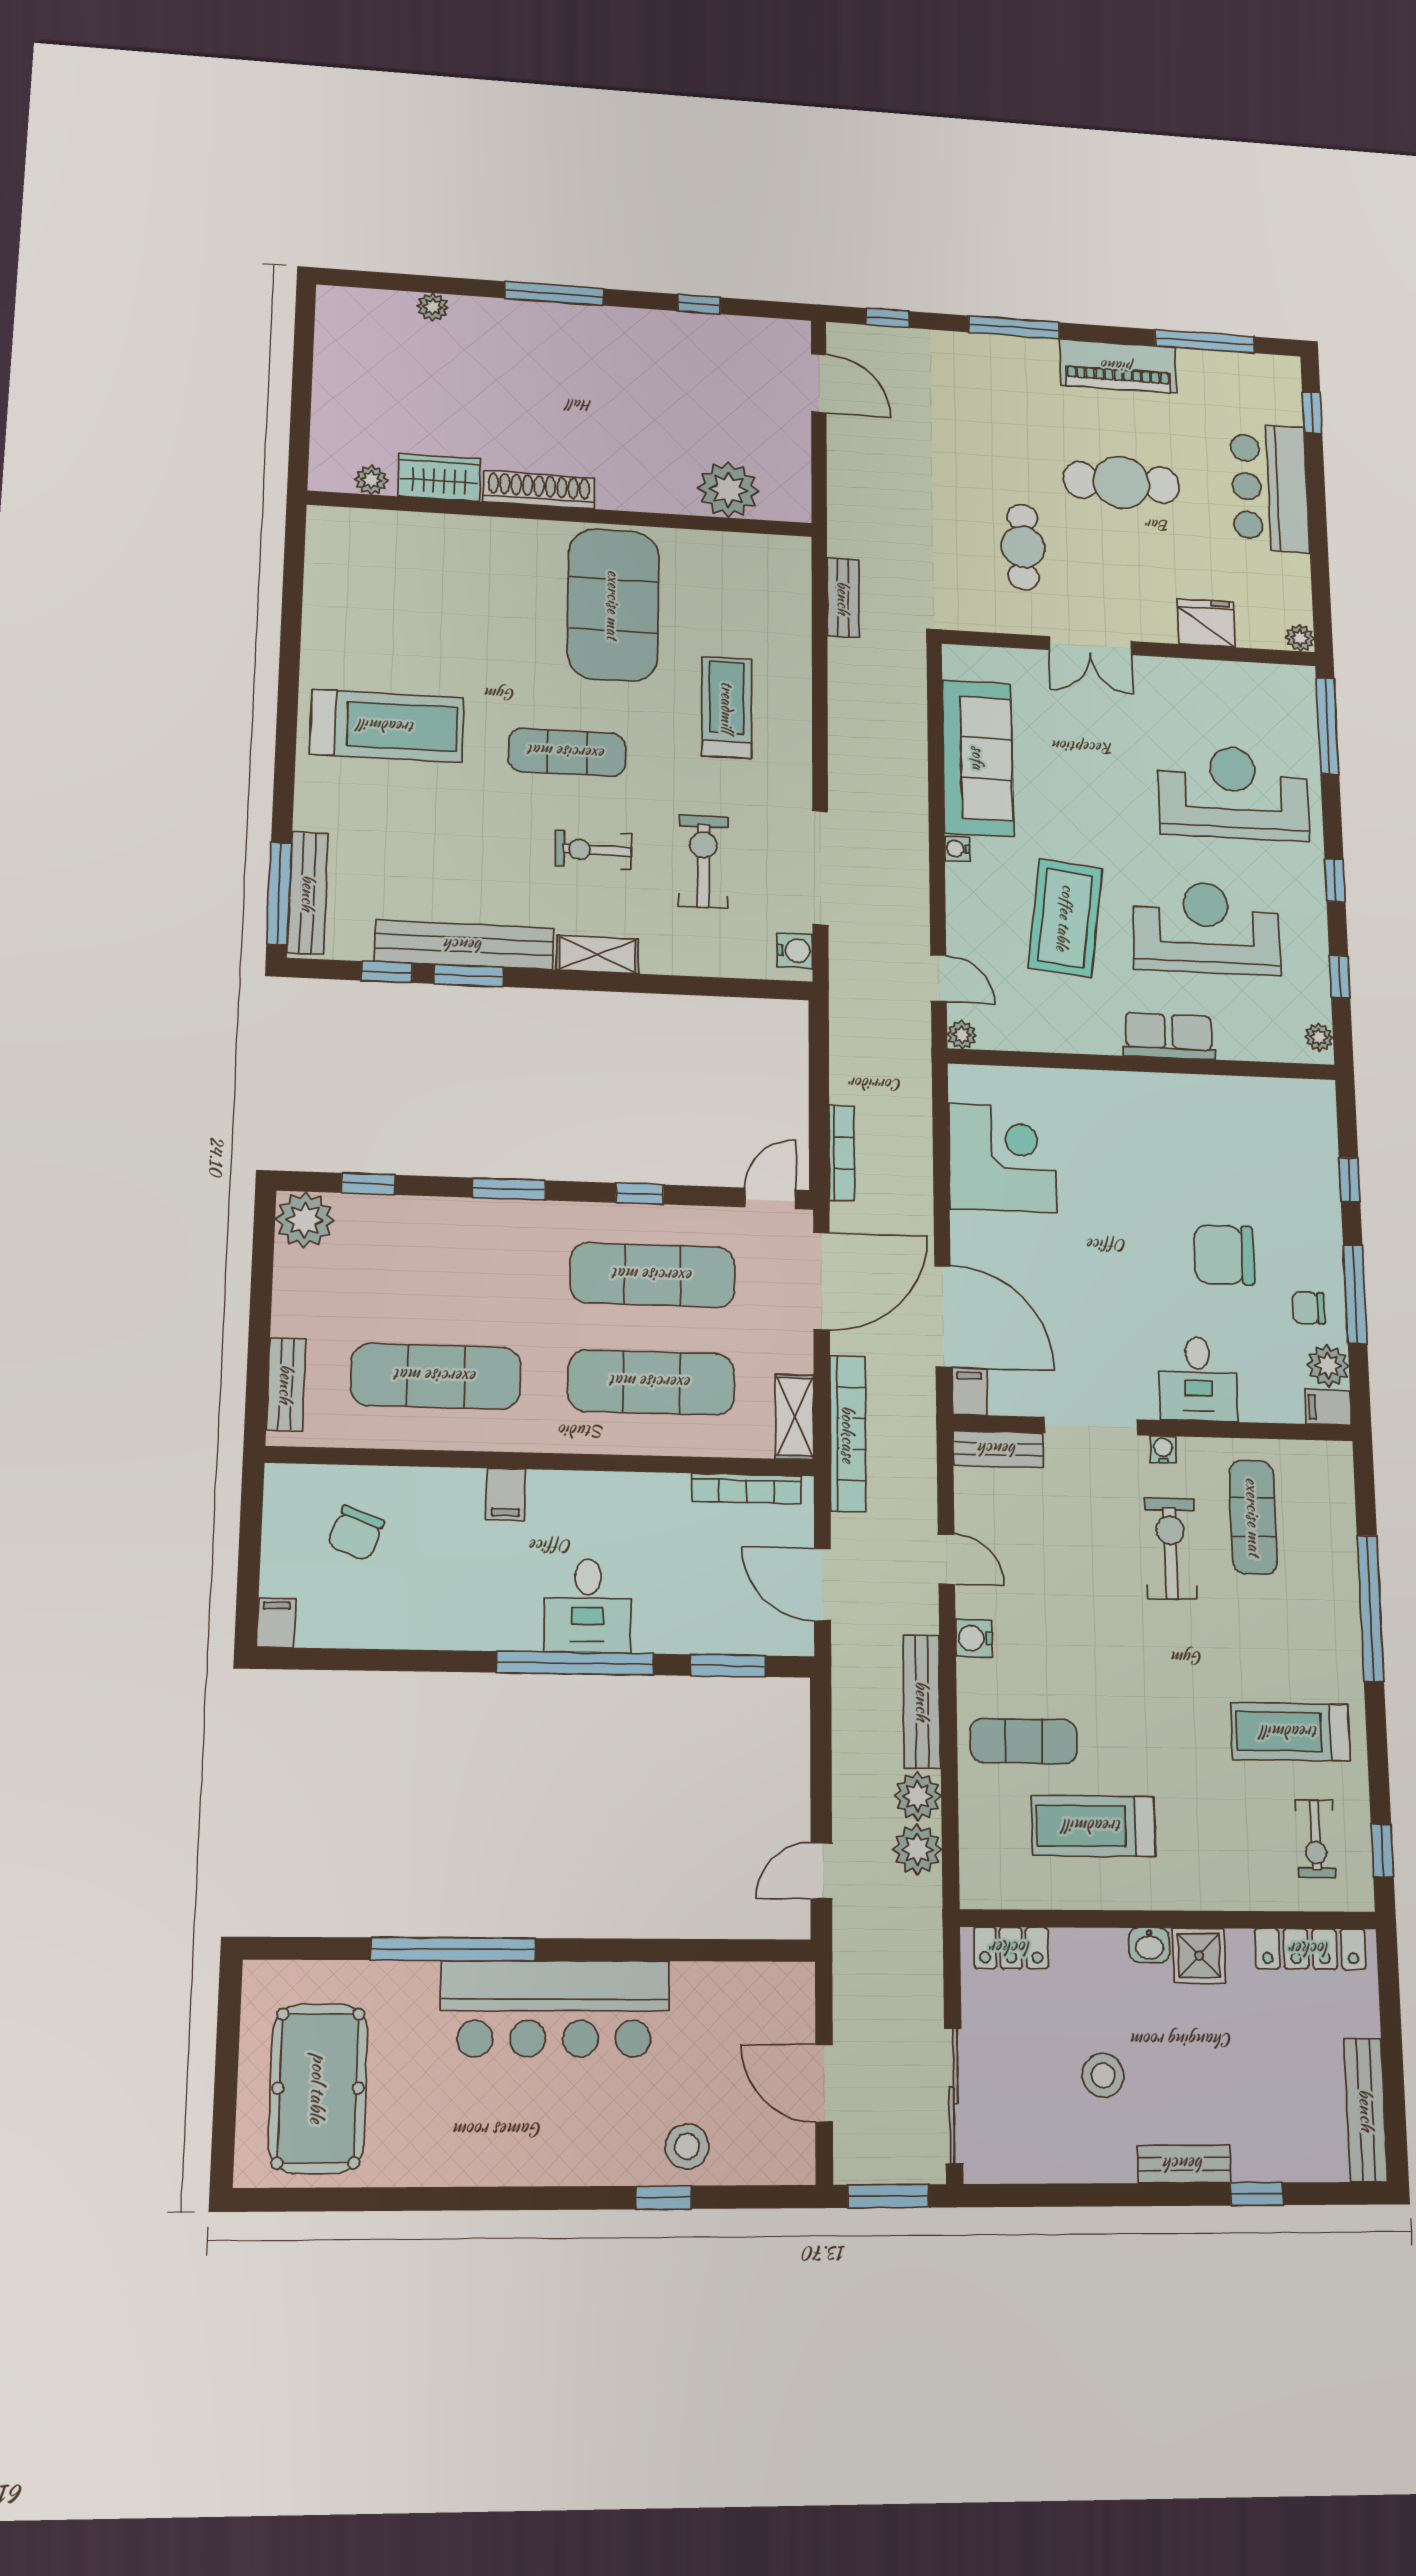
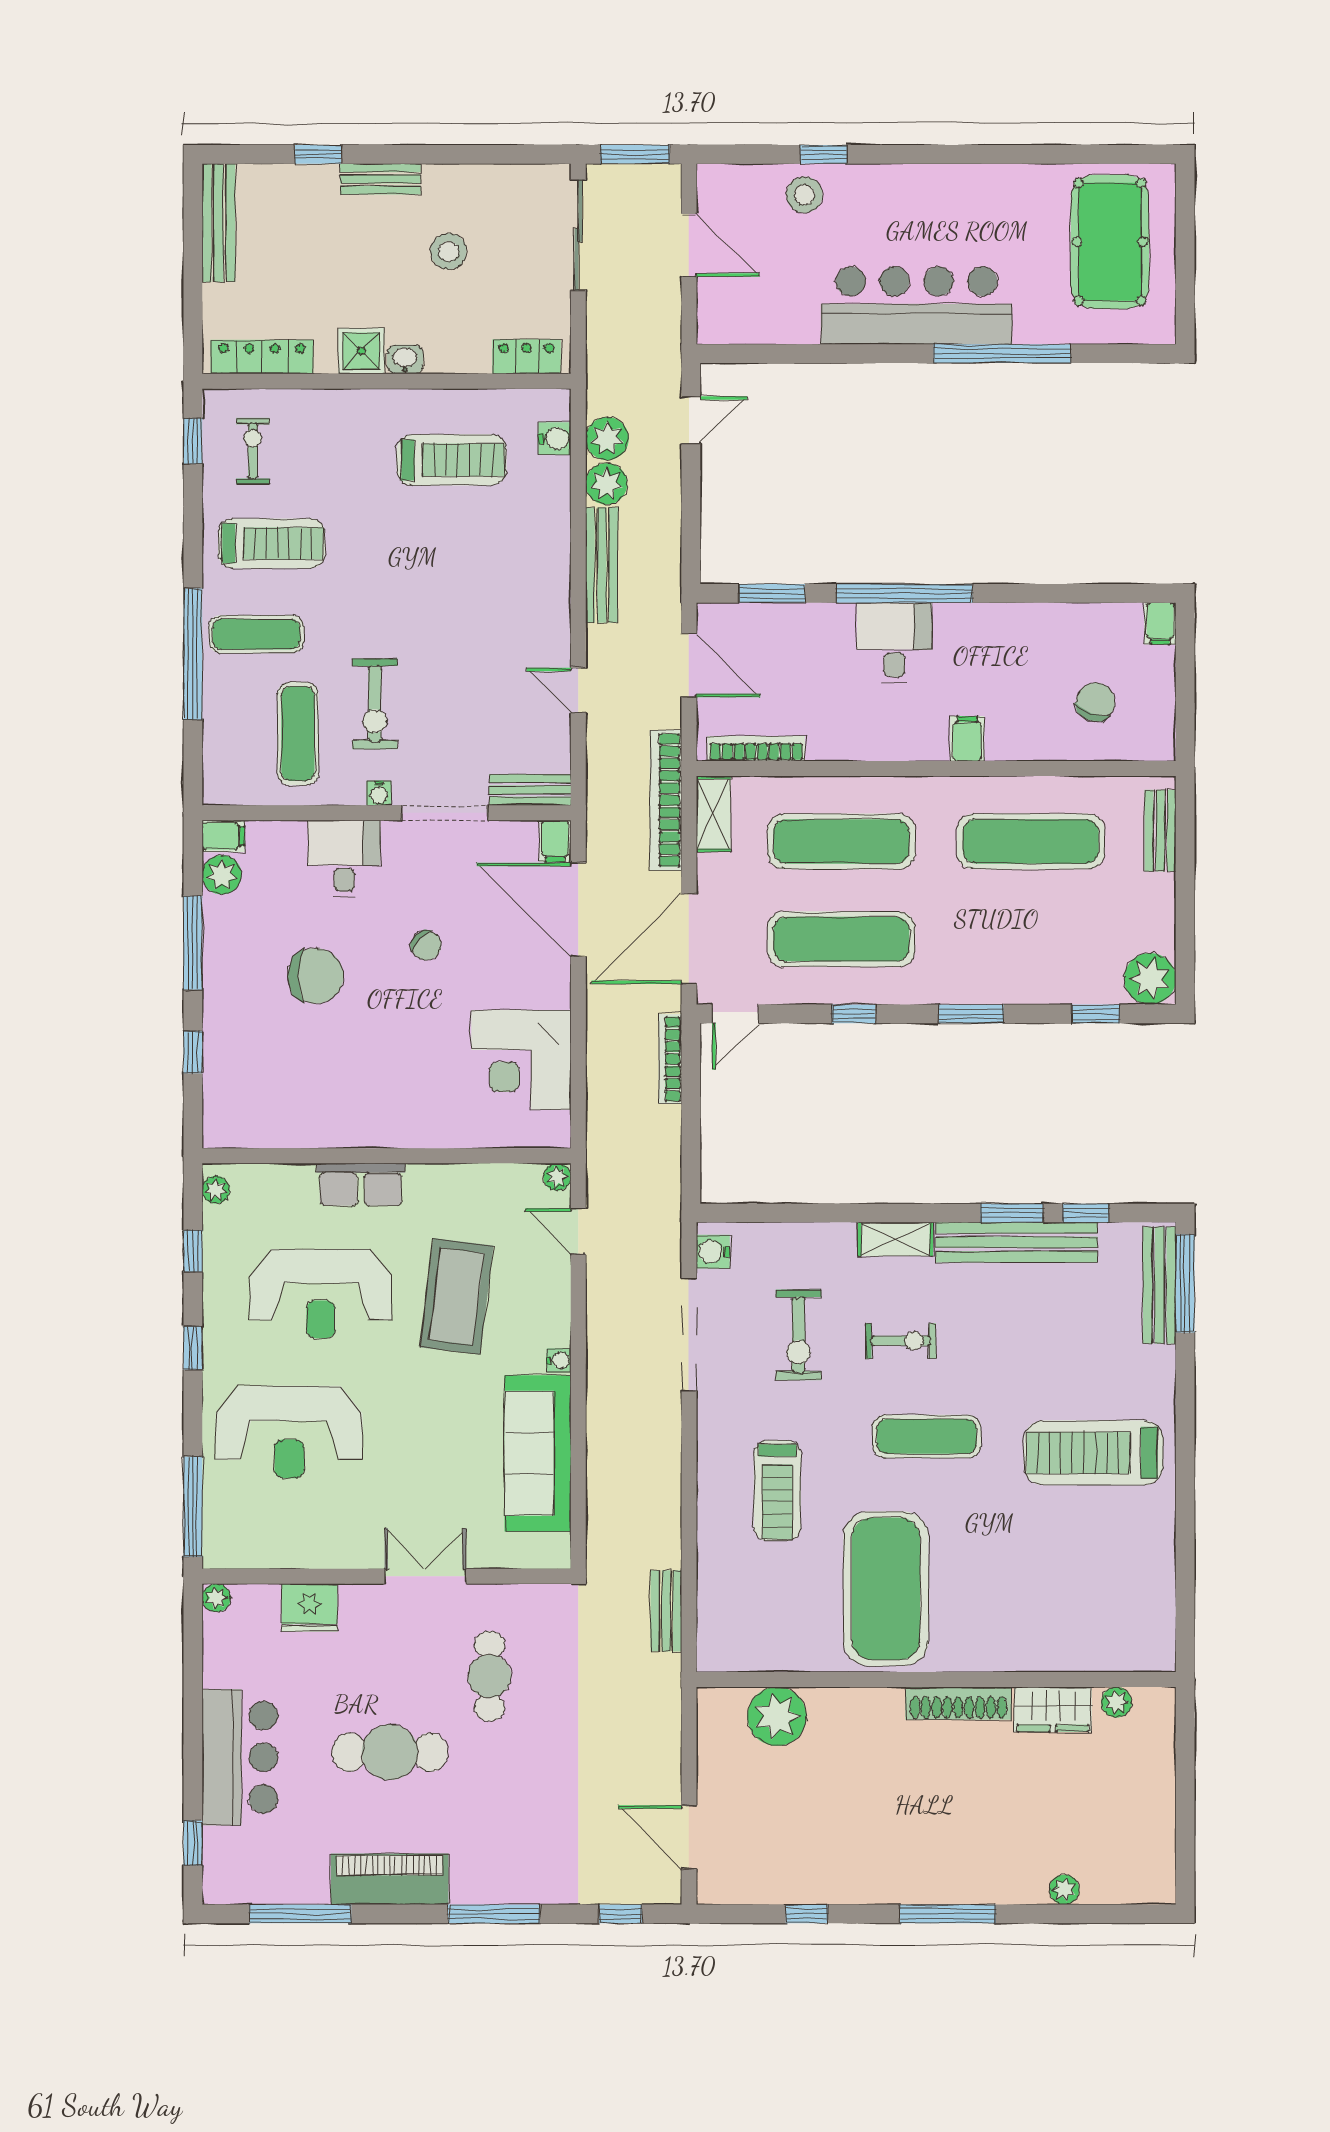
chair: (1309, 1308) -> (426, 945), moved, turned 43
water cooler: (974, 1638) -> (555, 439), moved
exercise mat: (1024, 1741) -> (256, 634), moved

